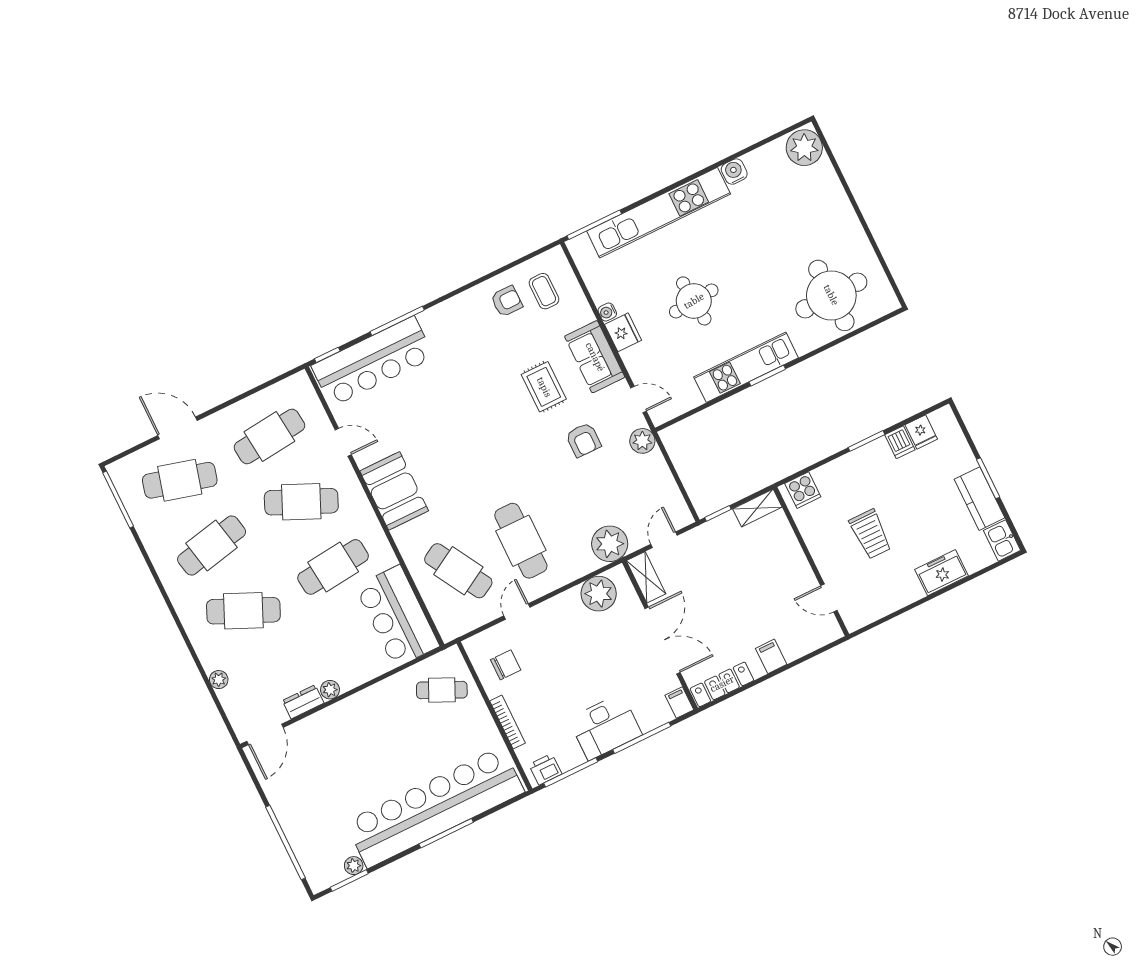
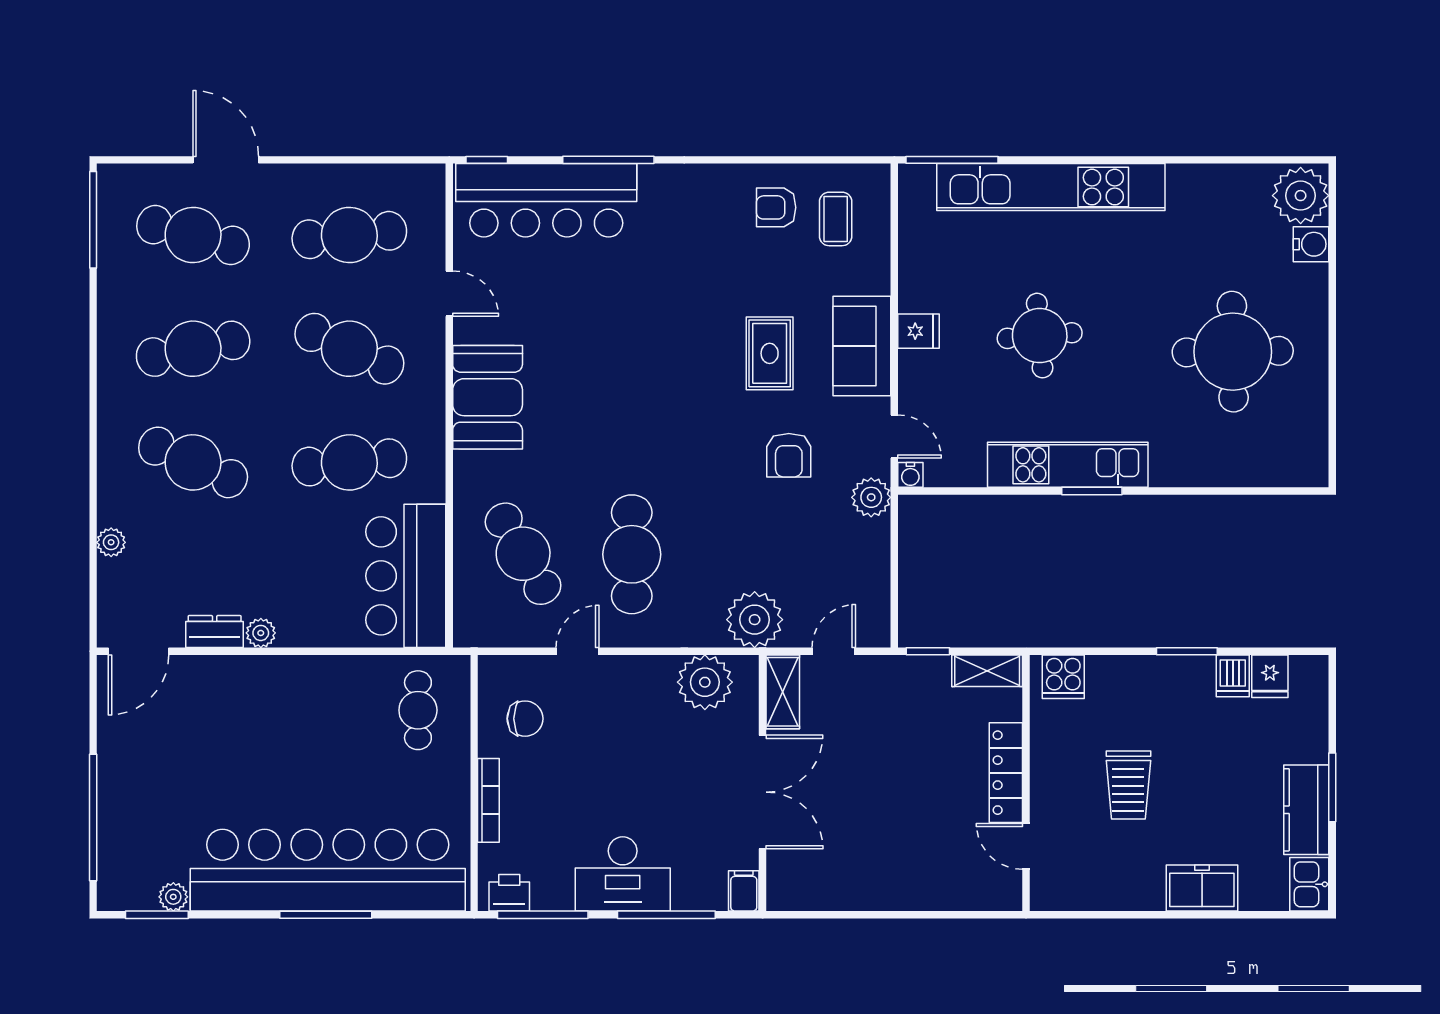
water cooler: (734, 172) -> (1311, 244), moved, turned 90
round table: (831, 295) -> (1233, 352), moved
armchair: (507, 301) -> (776, 207), turned 180
water cooler: (607, 312) -> (910, 475), moved, turned -90
fridge: (623, 332) -> (919, 331), width x0.72
filing cabinet: (771, 656) -> (905, 889), removed
locker: (722, 684) -> (1006, 773), moved, turned -90
cafe table: (442, 690) -> (418, 710), turned 65

